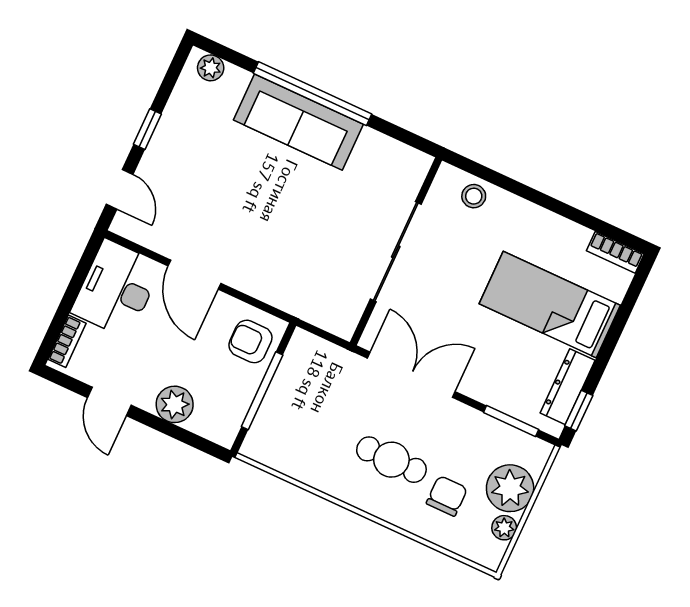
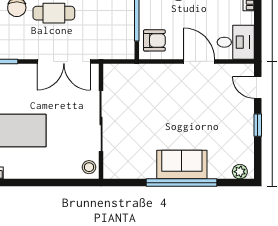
sofa: (298, 122) -> (182, 165), width x0.73
stool: (474, 196) -> (89, 167), moved
desk: (117, 289) -> (236, 42), width x0.73

